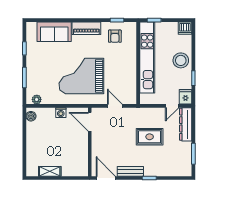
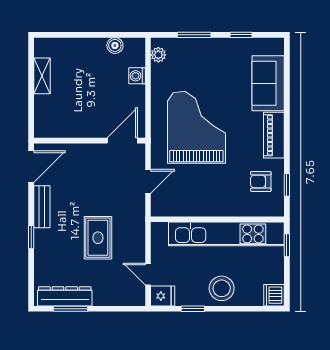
washing machine: (61, 113) -> (137, 76), moved
boiler: (31, 116) -> (115, 45), moved
dresser: (186, 124) -> (65, 296), moved

